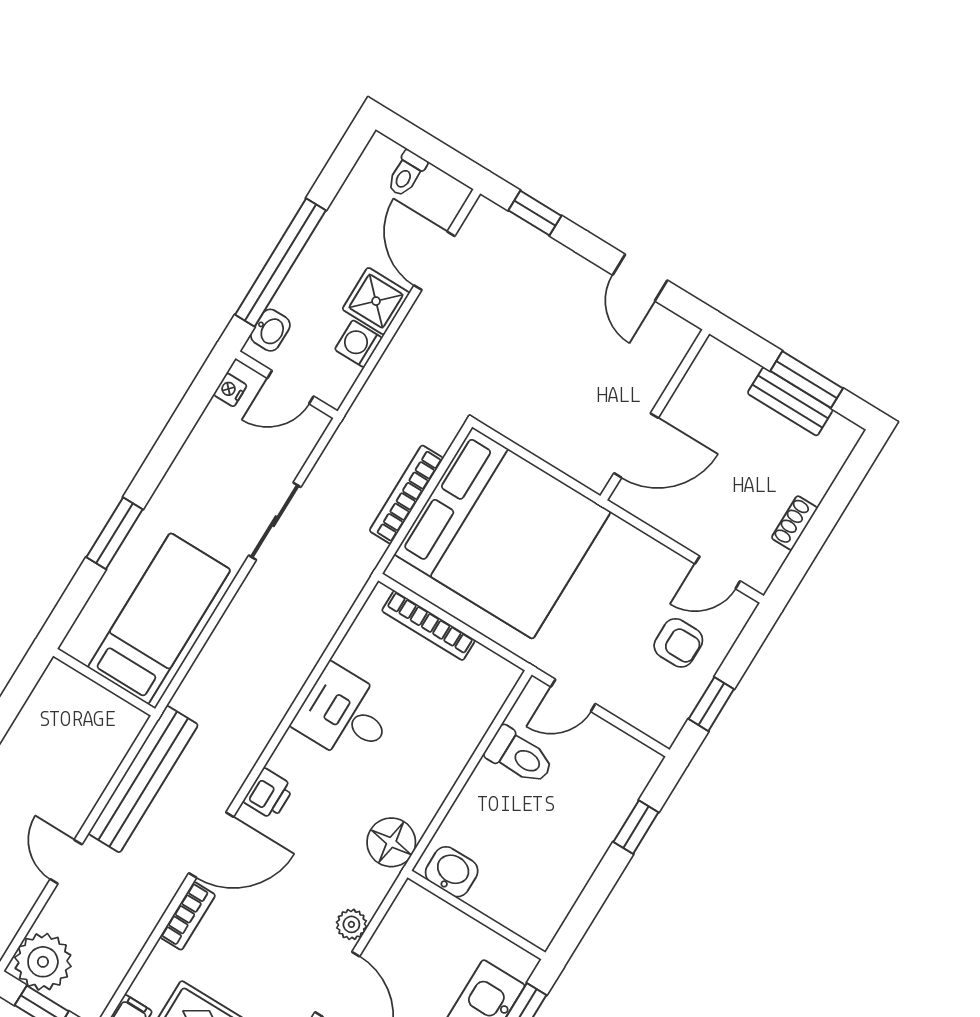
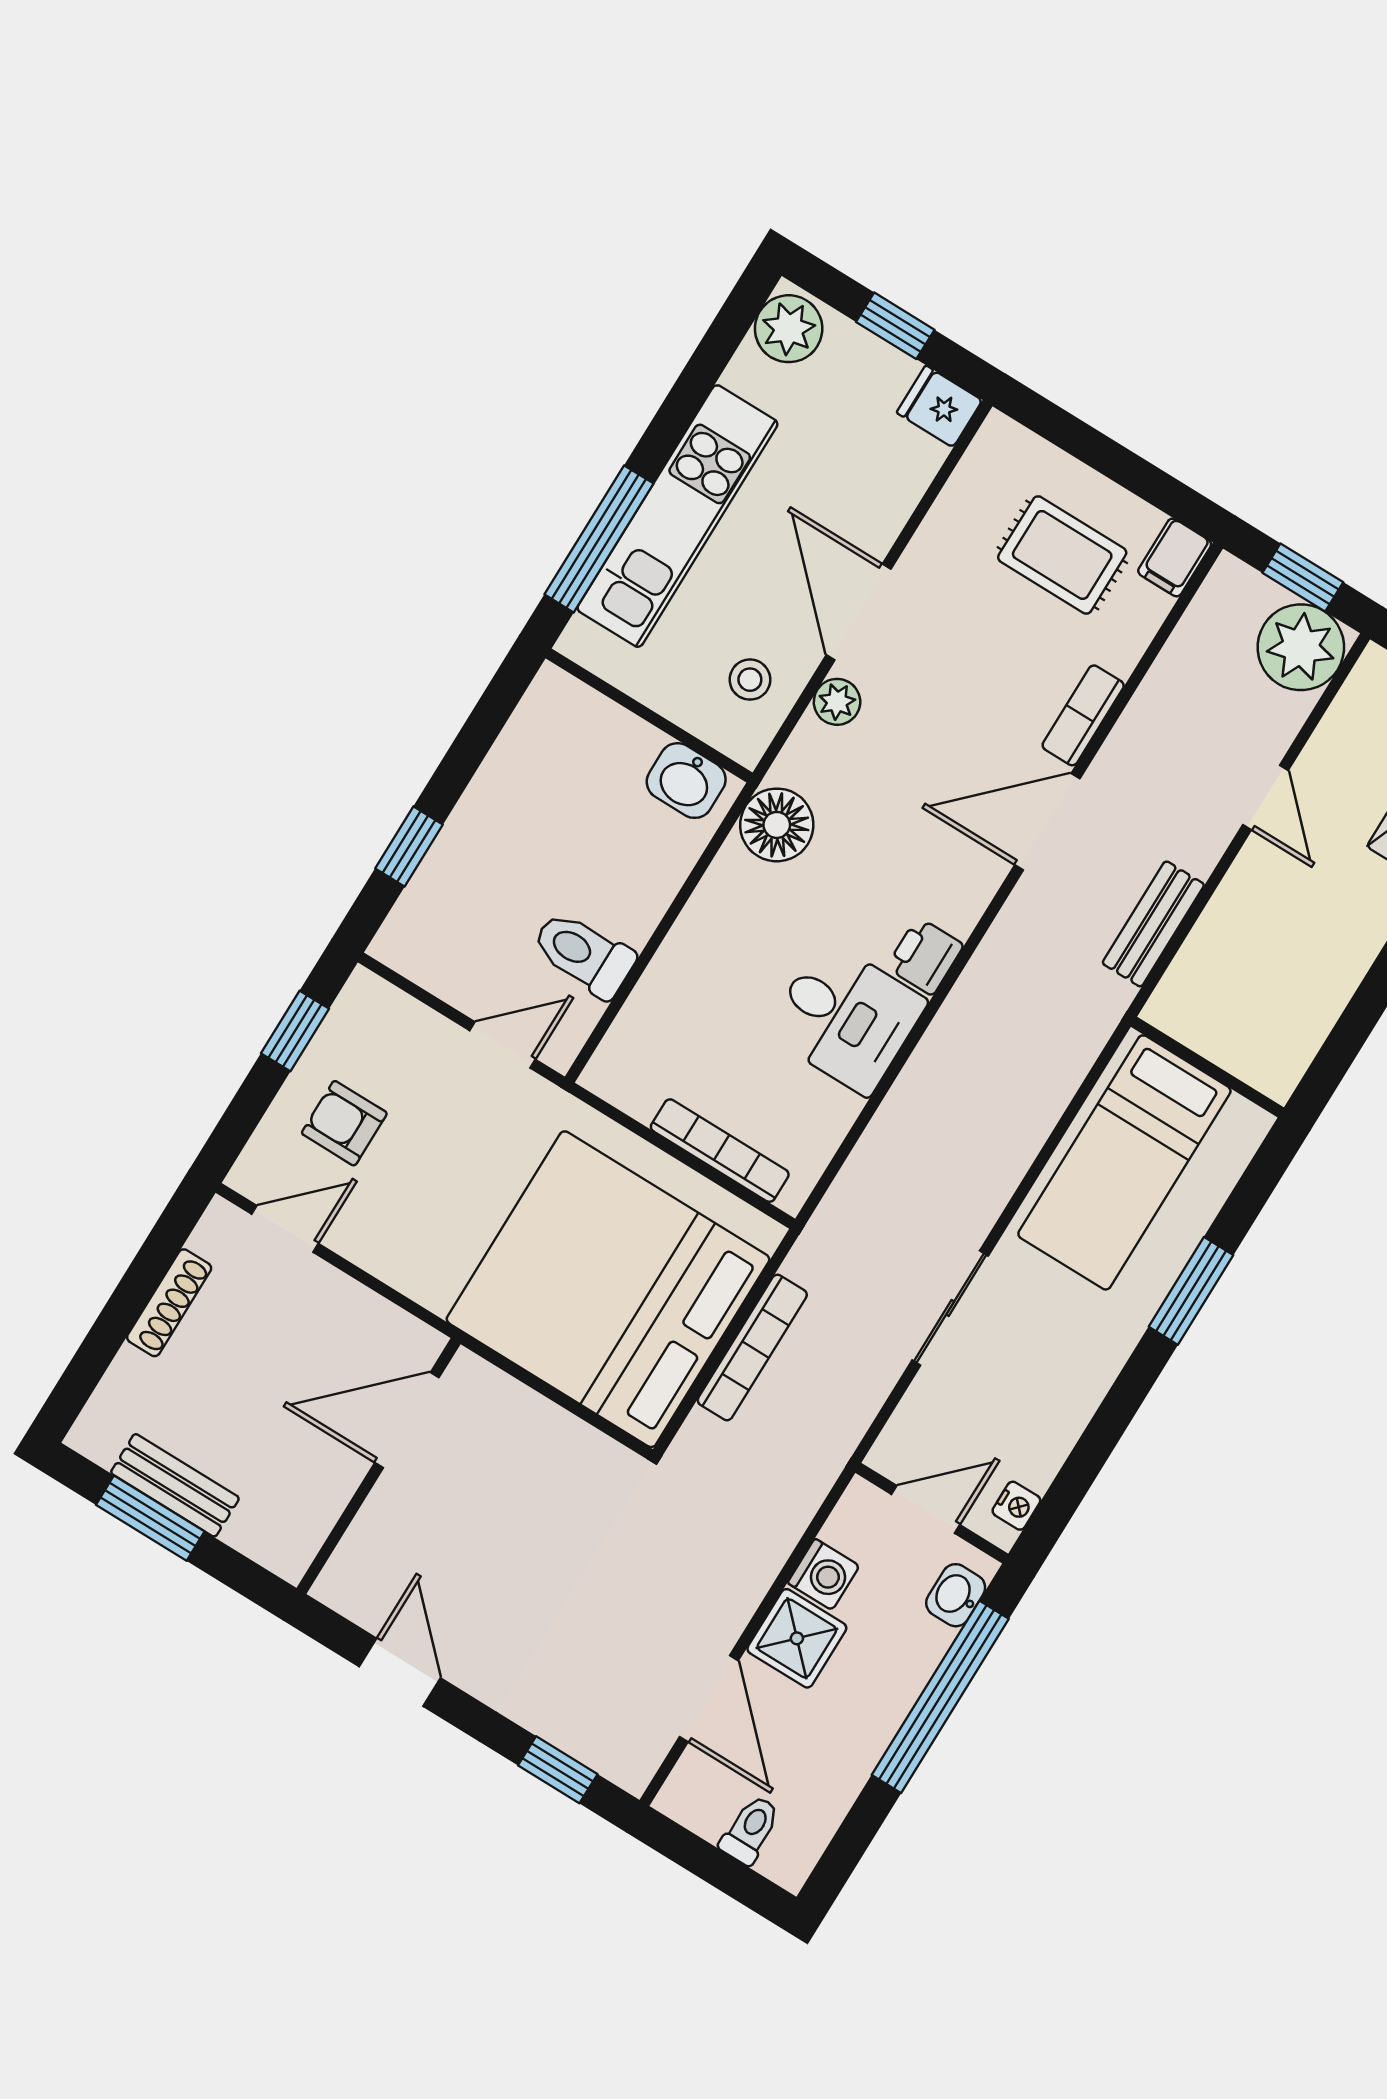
shoe rack: (794, 523) -> (169, 1303), width x1.43
bench: (143, 779) -> (1153, 924), width x0.54, depth x0.82
printer: (269, 794) -> (925, 956), moved
stool: (409, 939) -> (750, 680), added

